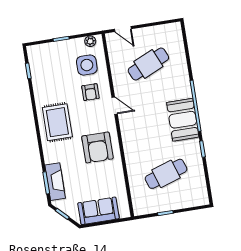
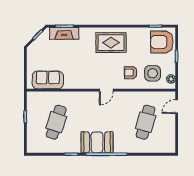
cafe table: (148, 64) -> (146, 122), turned 39
door: (115, 106) -> (106, 90), moved
armchair: (97, 147) -> (162, 42), moved
cafe table: (166, 174) -> (56, 122), turned 36
sofa: (98, 211) -> (48, 80), moved, turned -90

